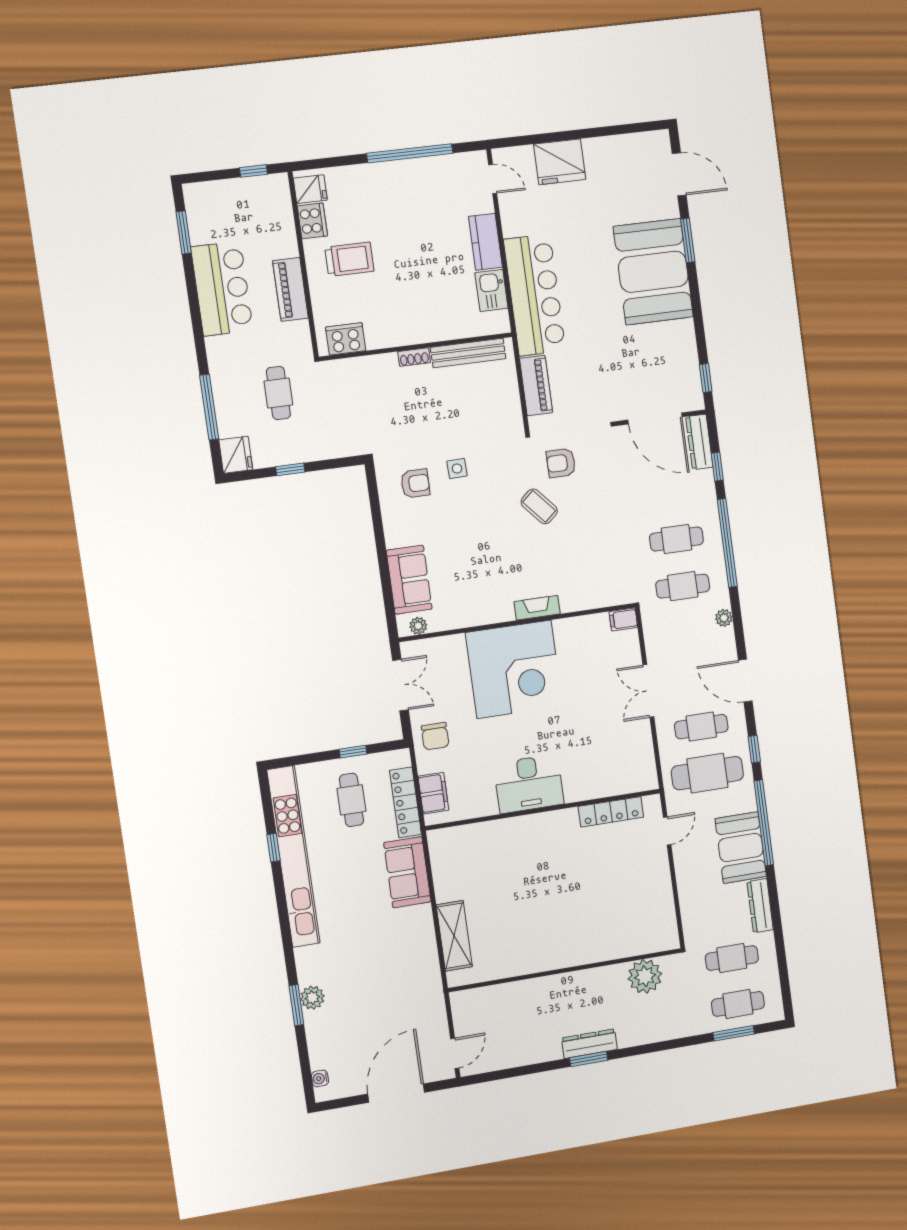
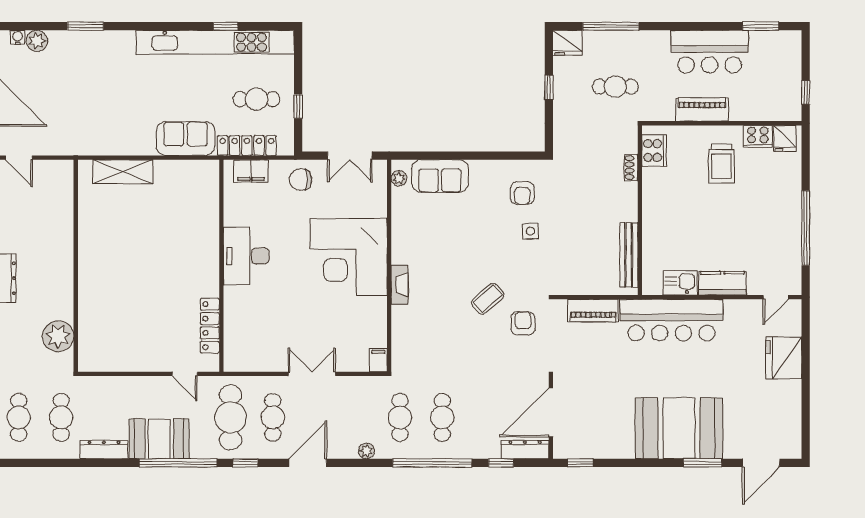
shoe rack: (414, 357) -> (631, 168), moved
plant: (312, 998) -> (37, 41), moved

